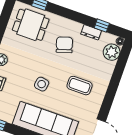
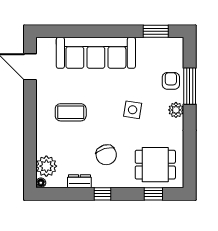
window: (102, 26) -> (103, 194), moved
side table: (42, 84) -> (133, 110), moved

